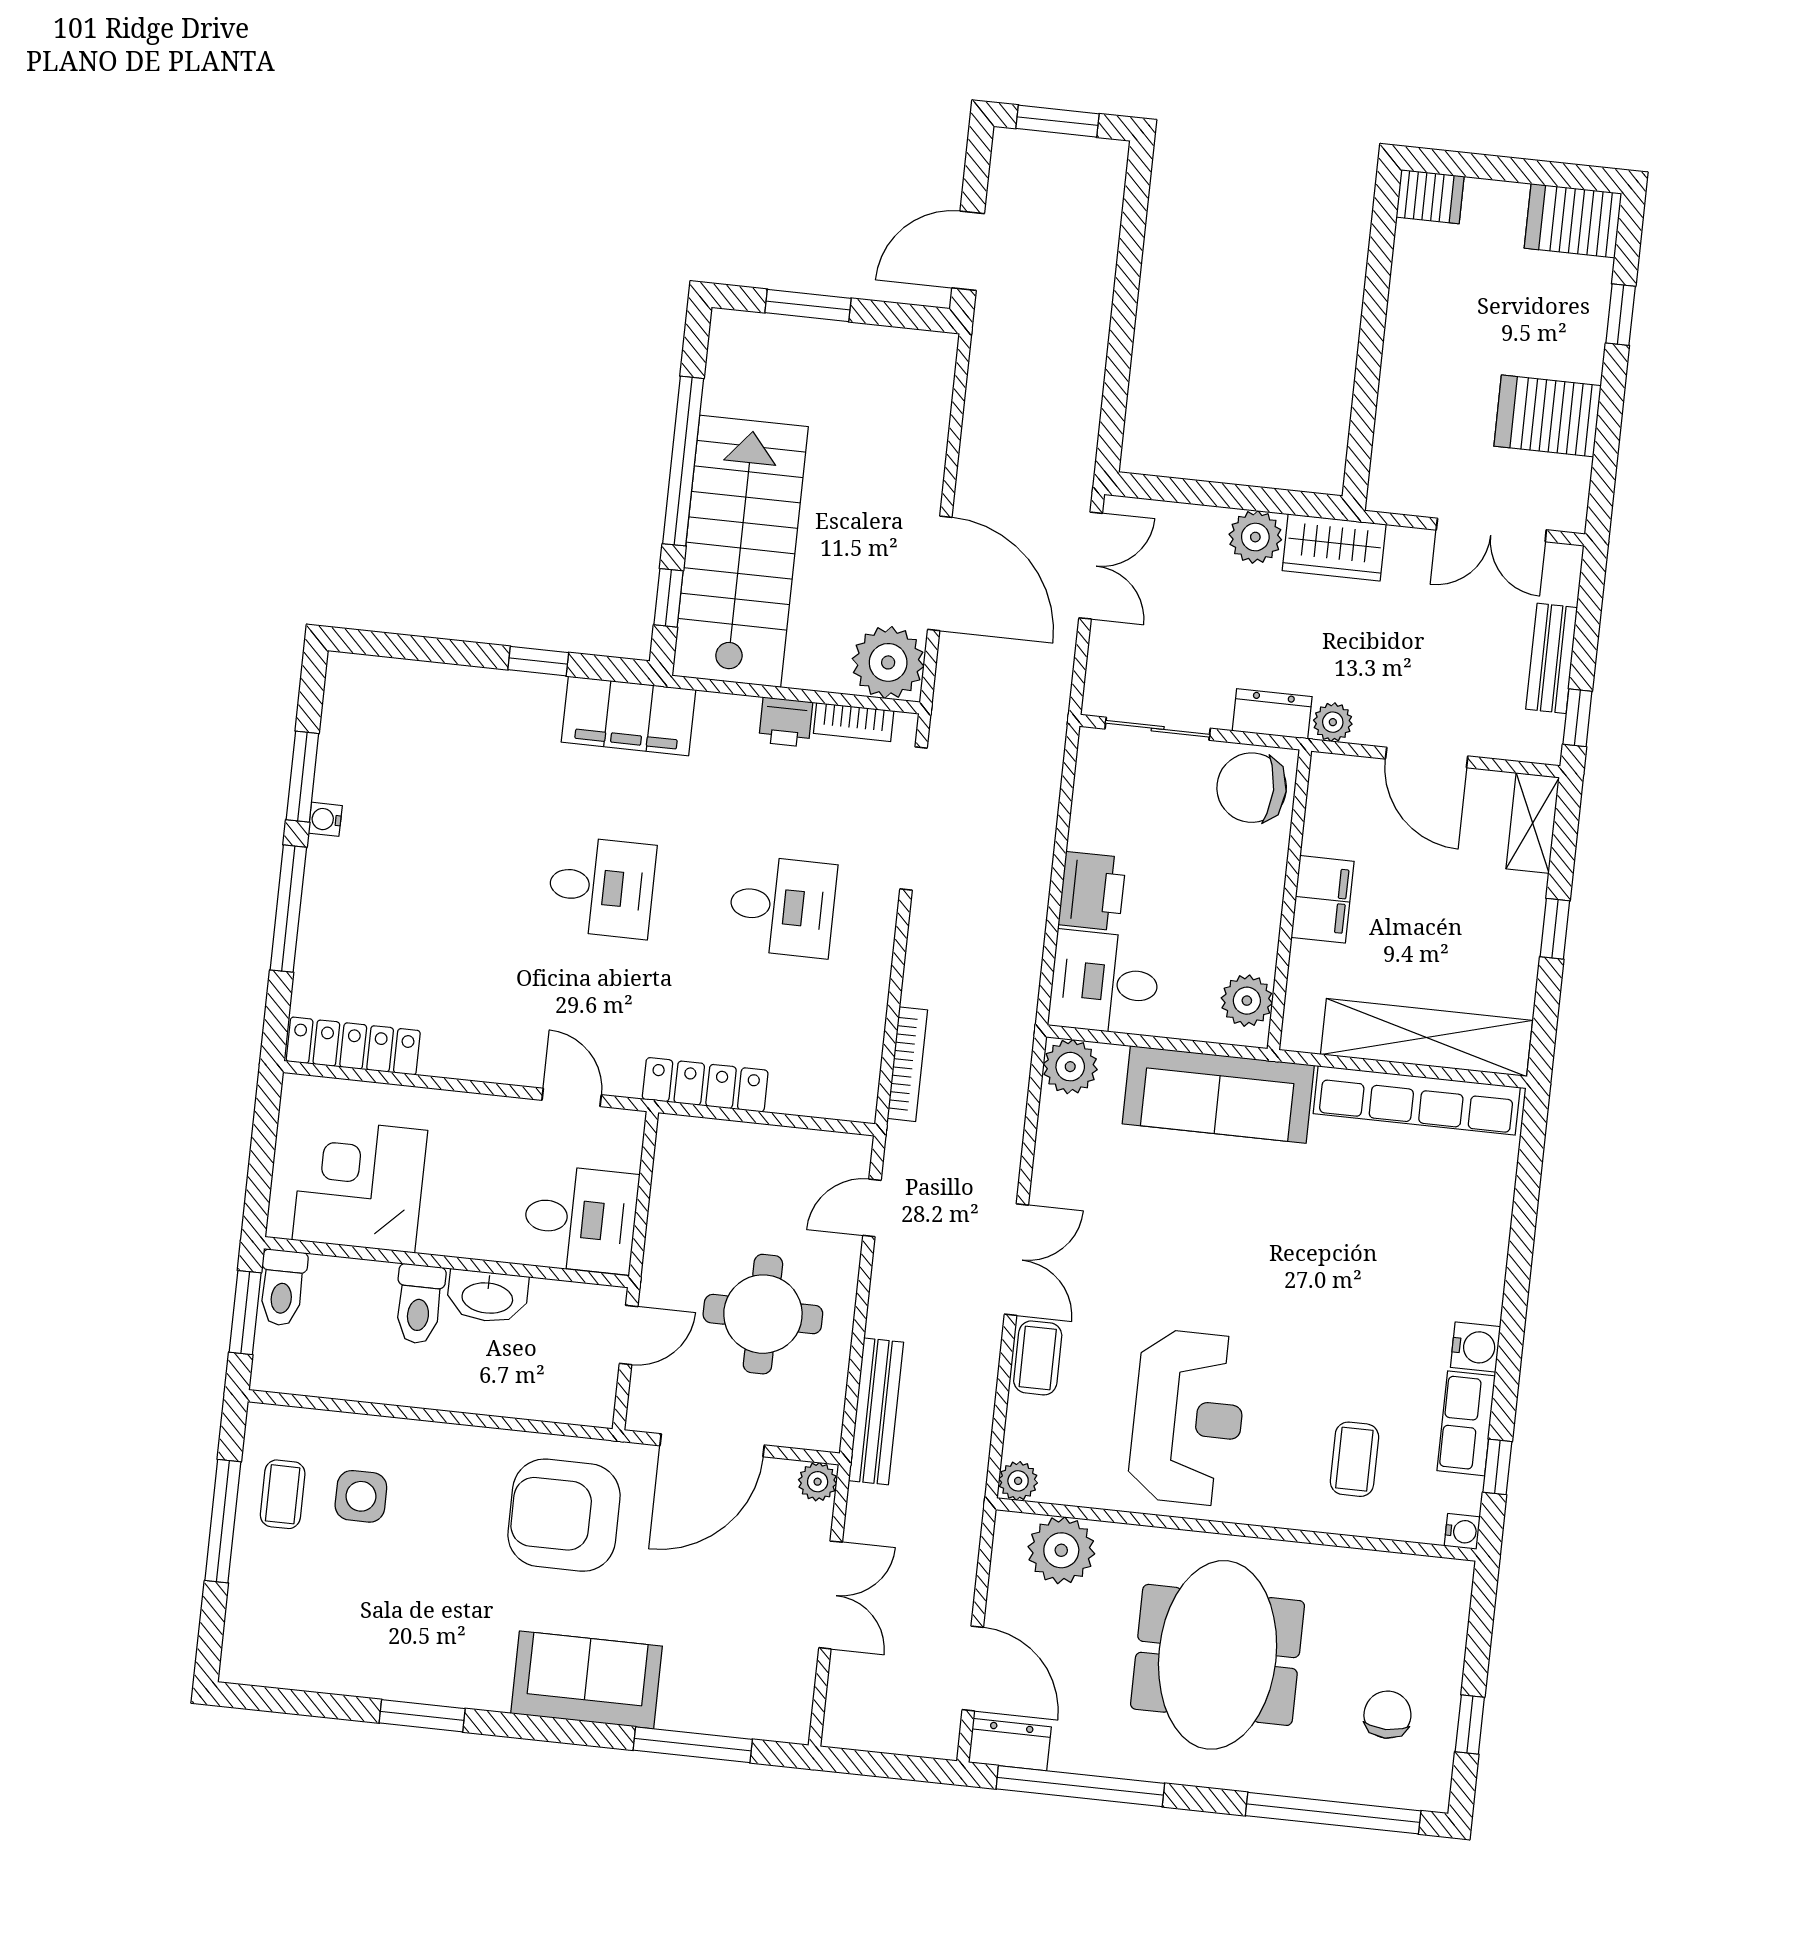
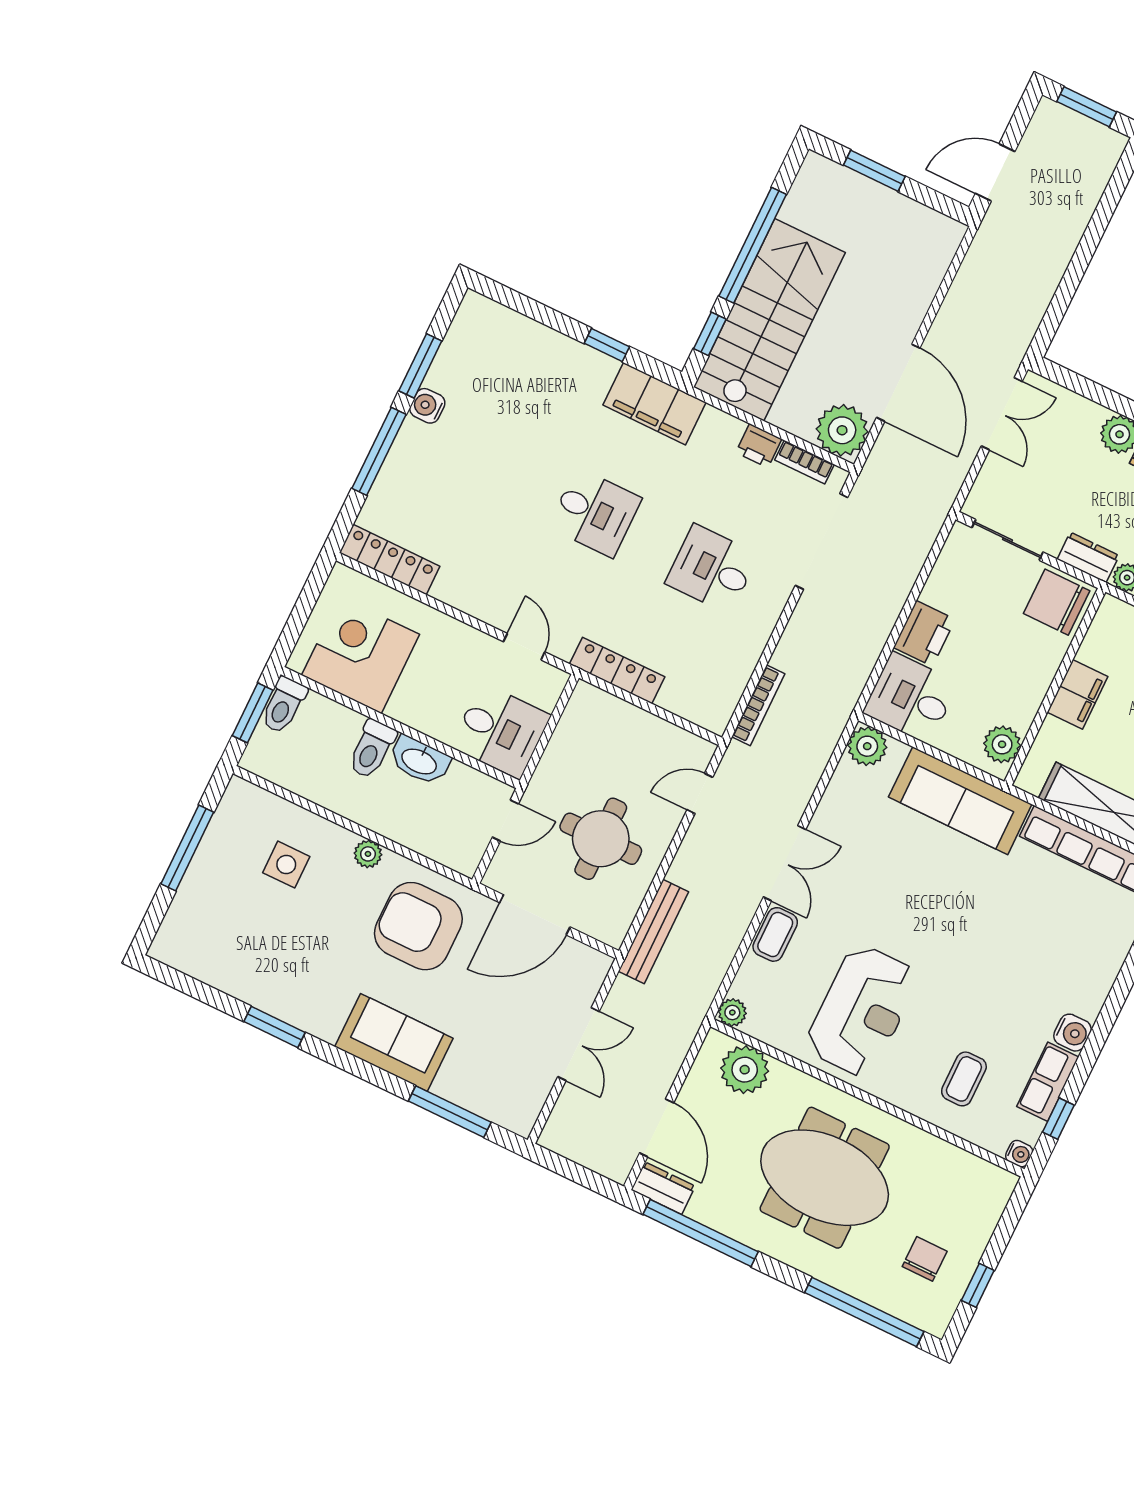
water cooler: (325, 819) -> (427, 406), width x1.38, depth x1.38
desk: (782, 907) -> (712, 569), turned 180
plant: (818, 1482) -> (368, 854), moved
coffee table: (283, 1494) -> (234, 844), removed
meeting table: (1218, 1655) -> (825, 1178), turned 90

